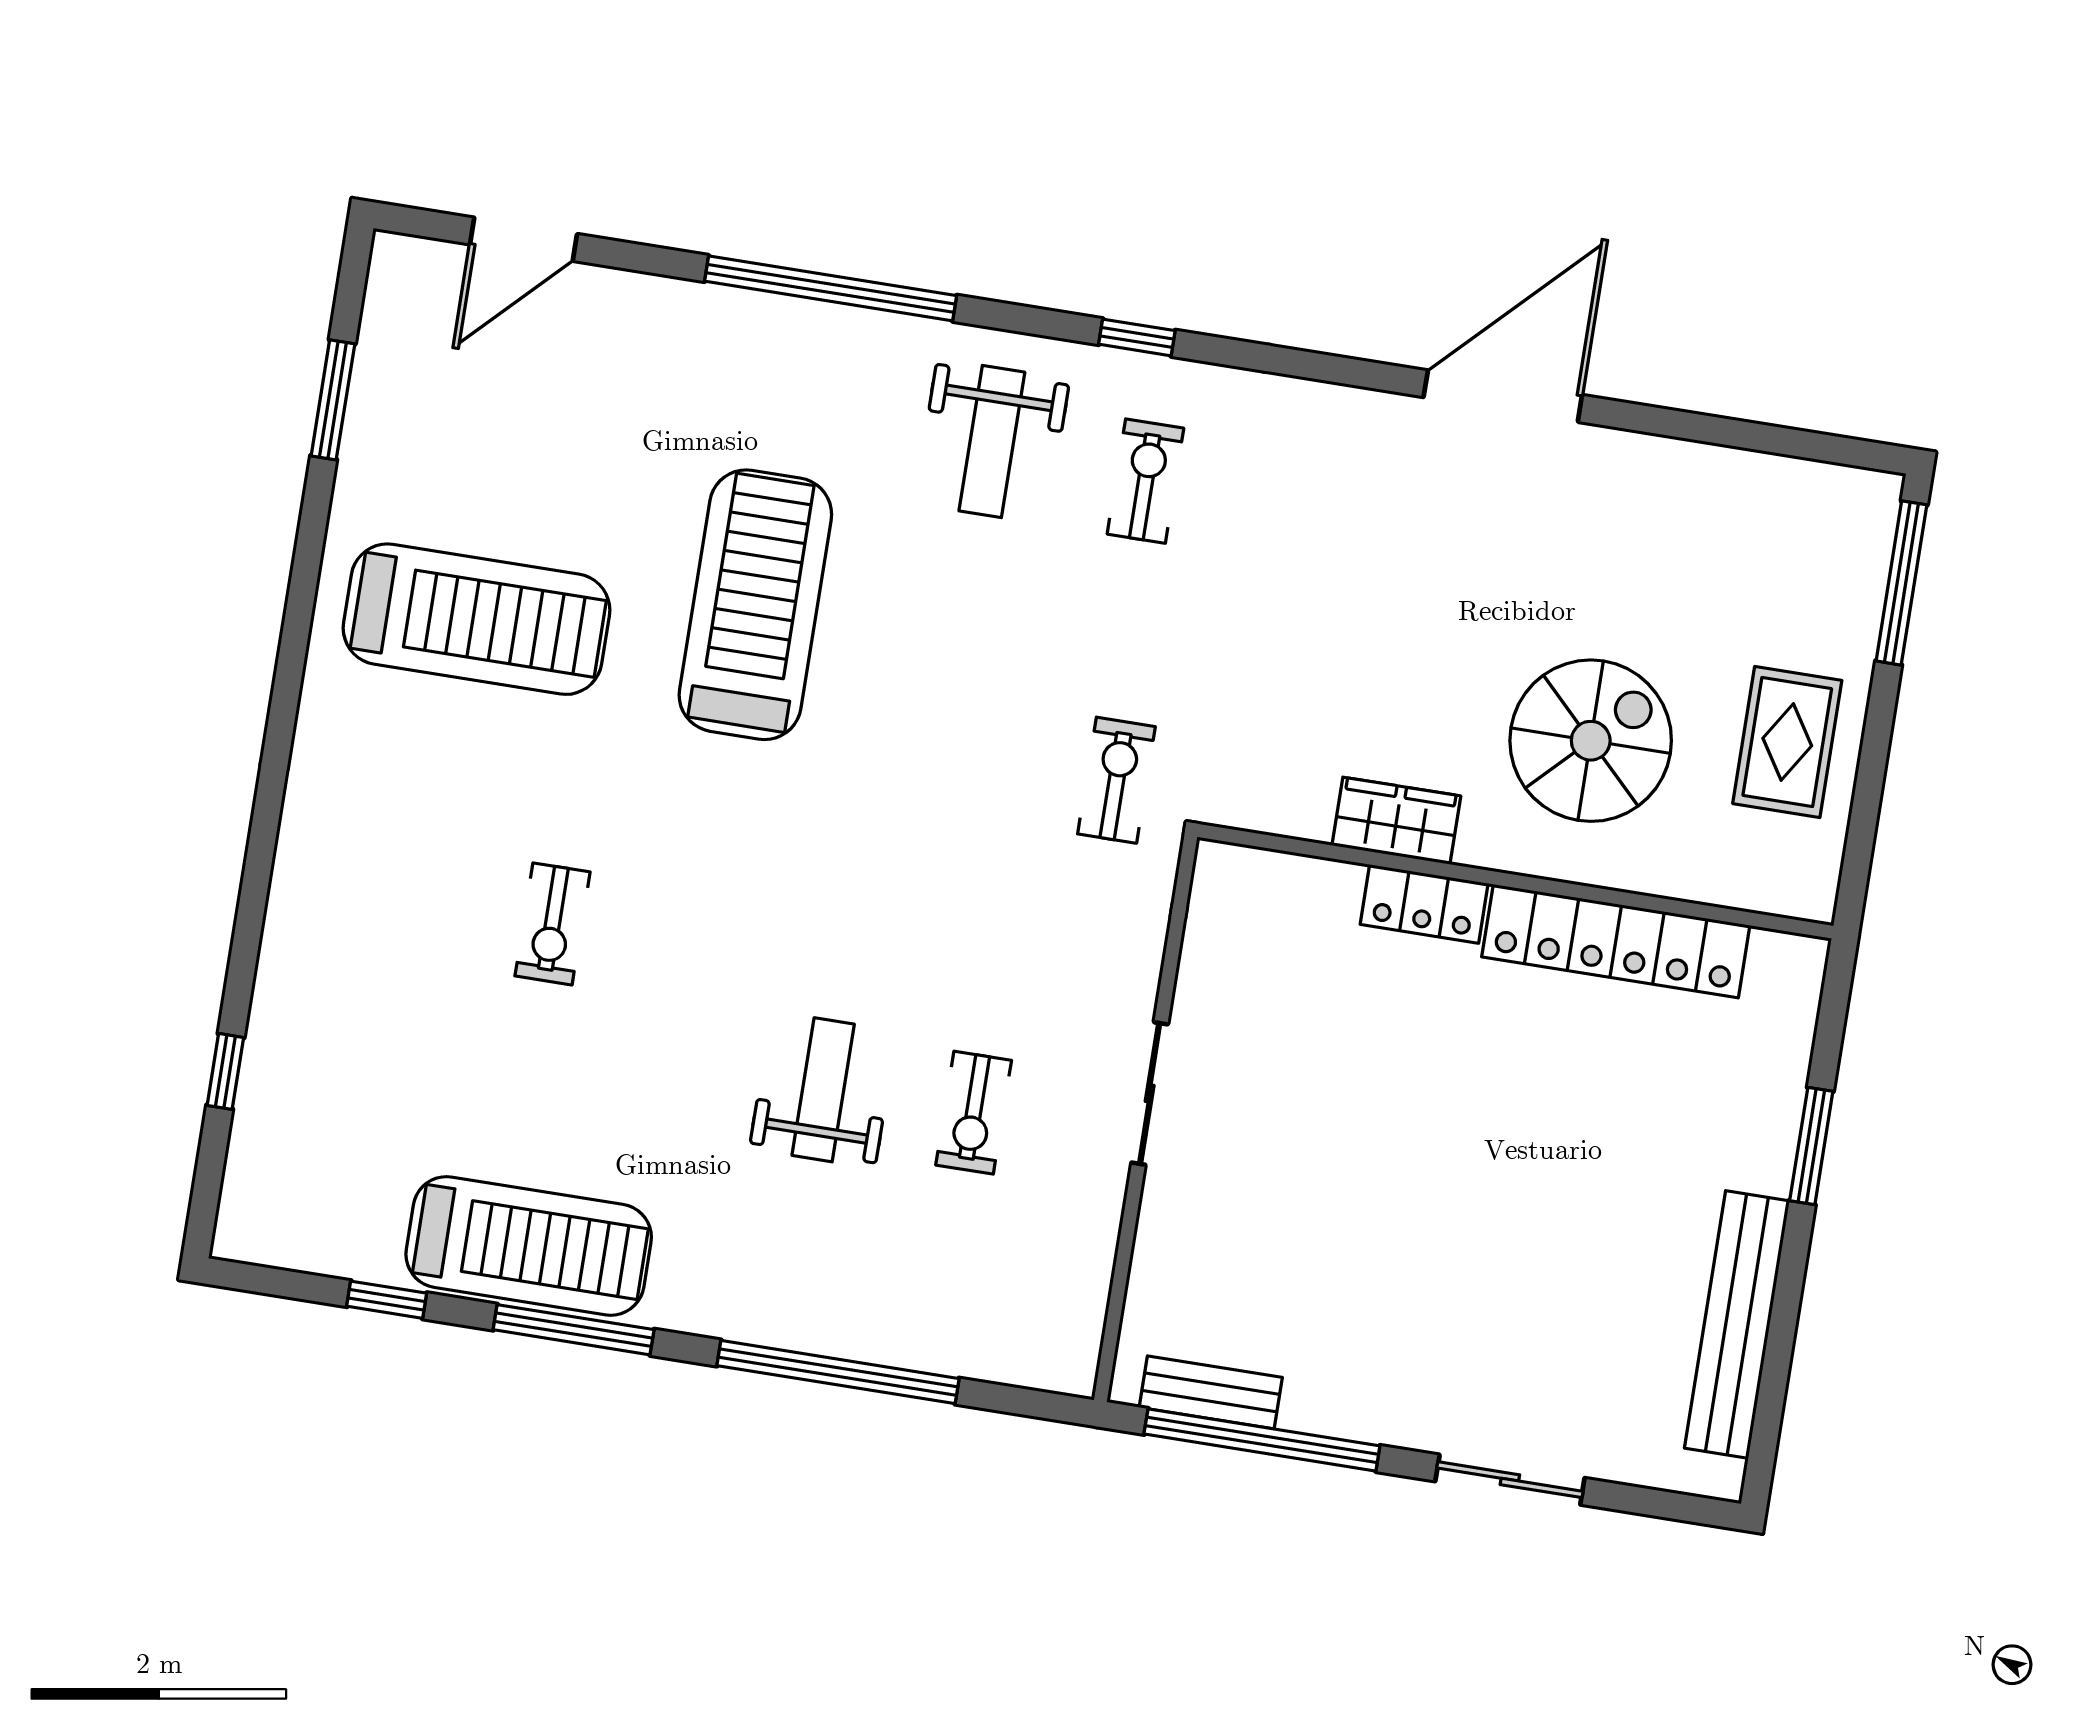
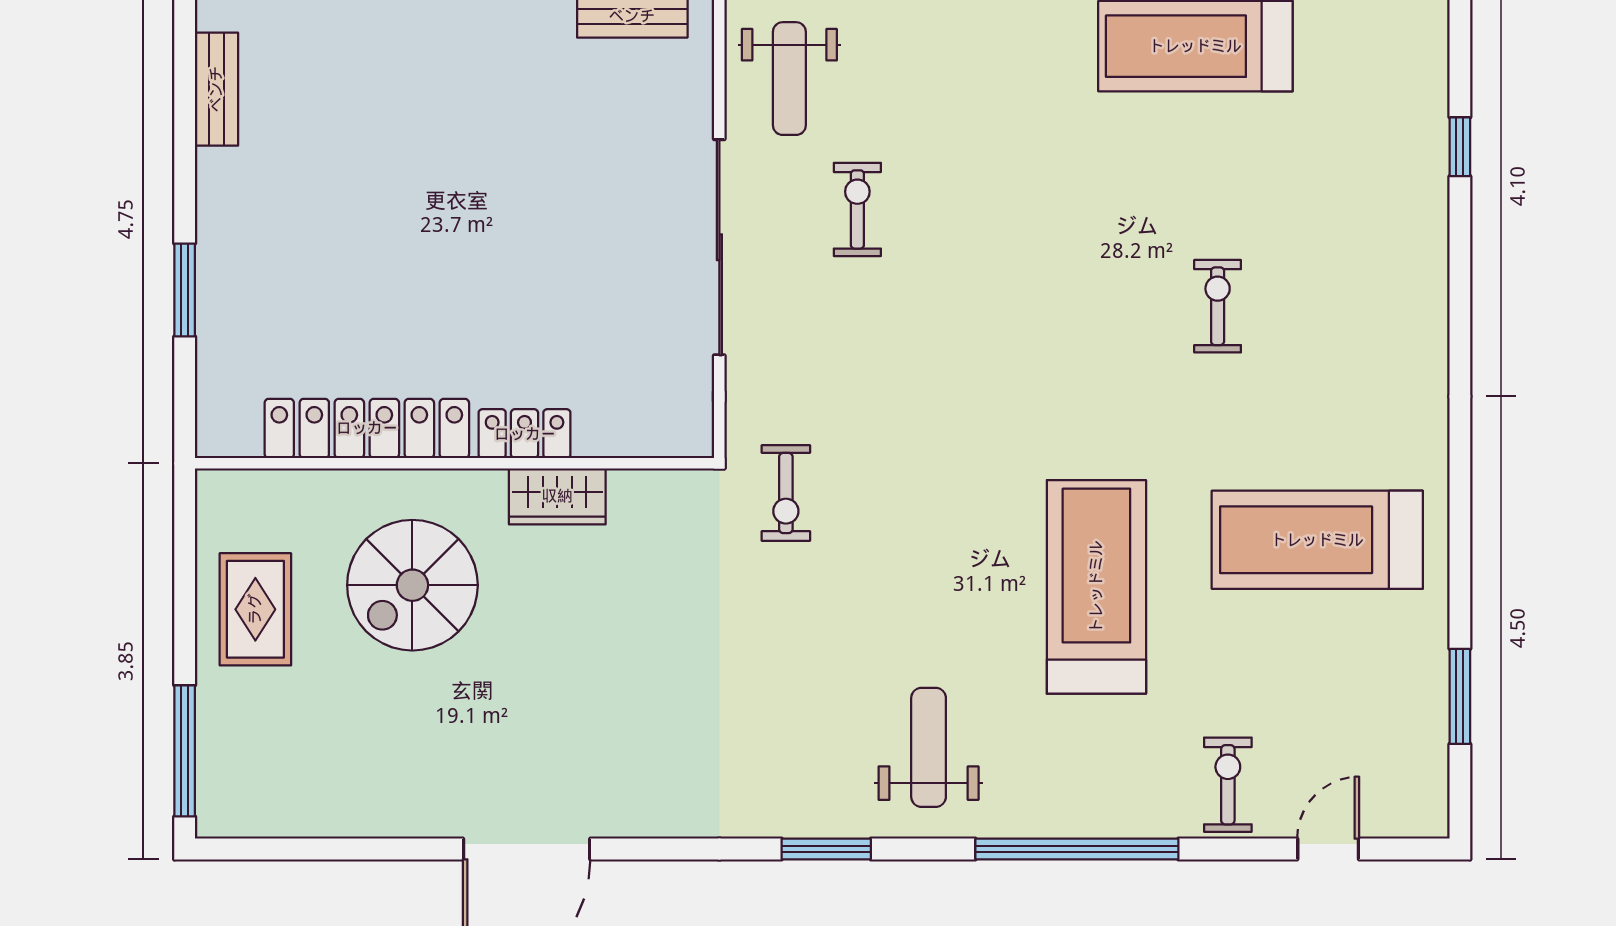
door: (524, 239) -> (1328, 849), width x0.73
window: (1137, 337) -> (826, 849), width x1.50
exercise bike: (1145, 481) -> (1228, 785), moved, turned 180
treadmill: (755, 605) -> (1096, 587), turned 180
weight bench: (823, 1090) -> (789, 79), moved
sliding door: (1150, 1093) -> (719, 247), width x1.86
bench: (1737, 1324) -> (216, 89), width x0.54, depth x0.82

